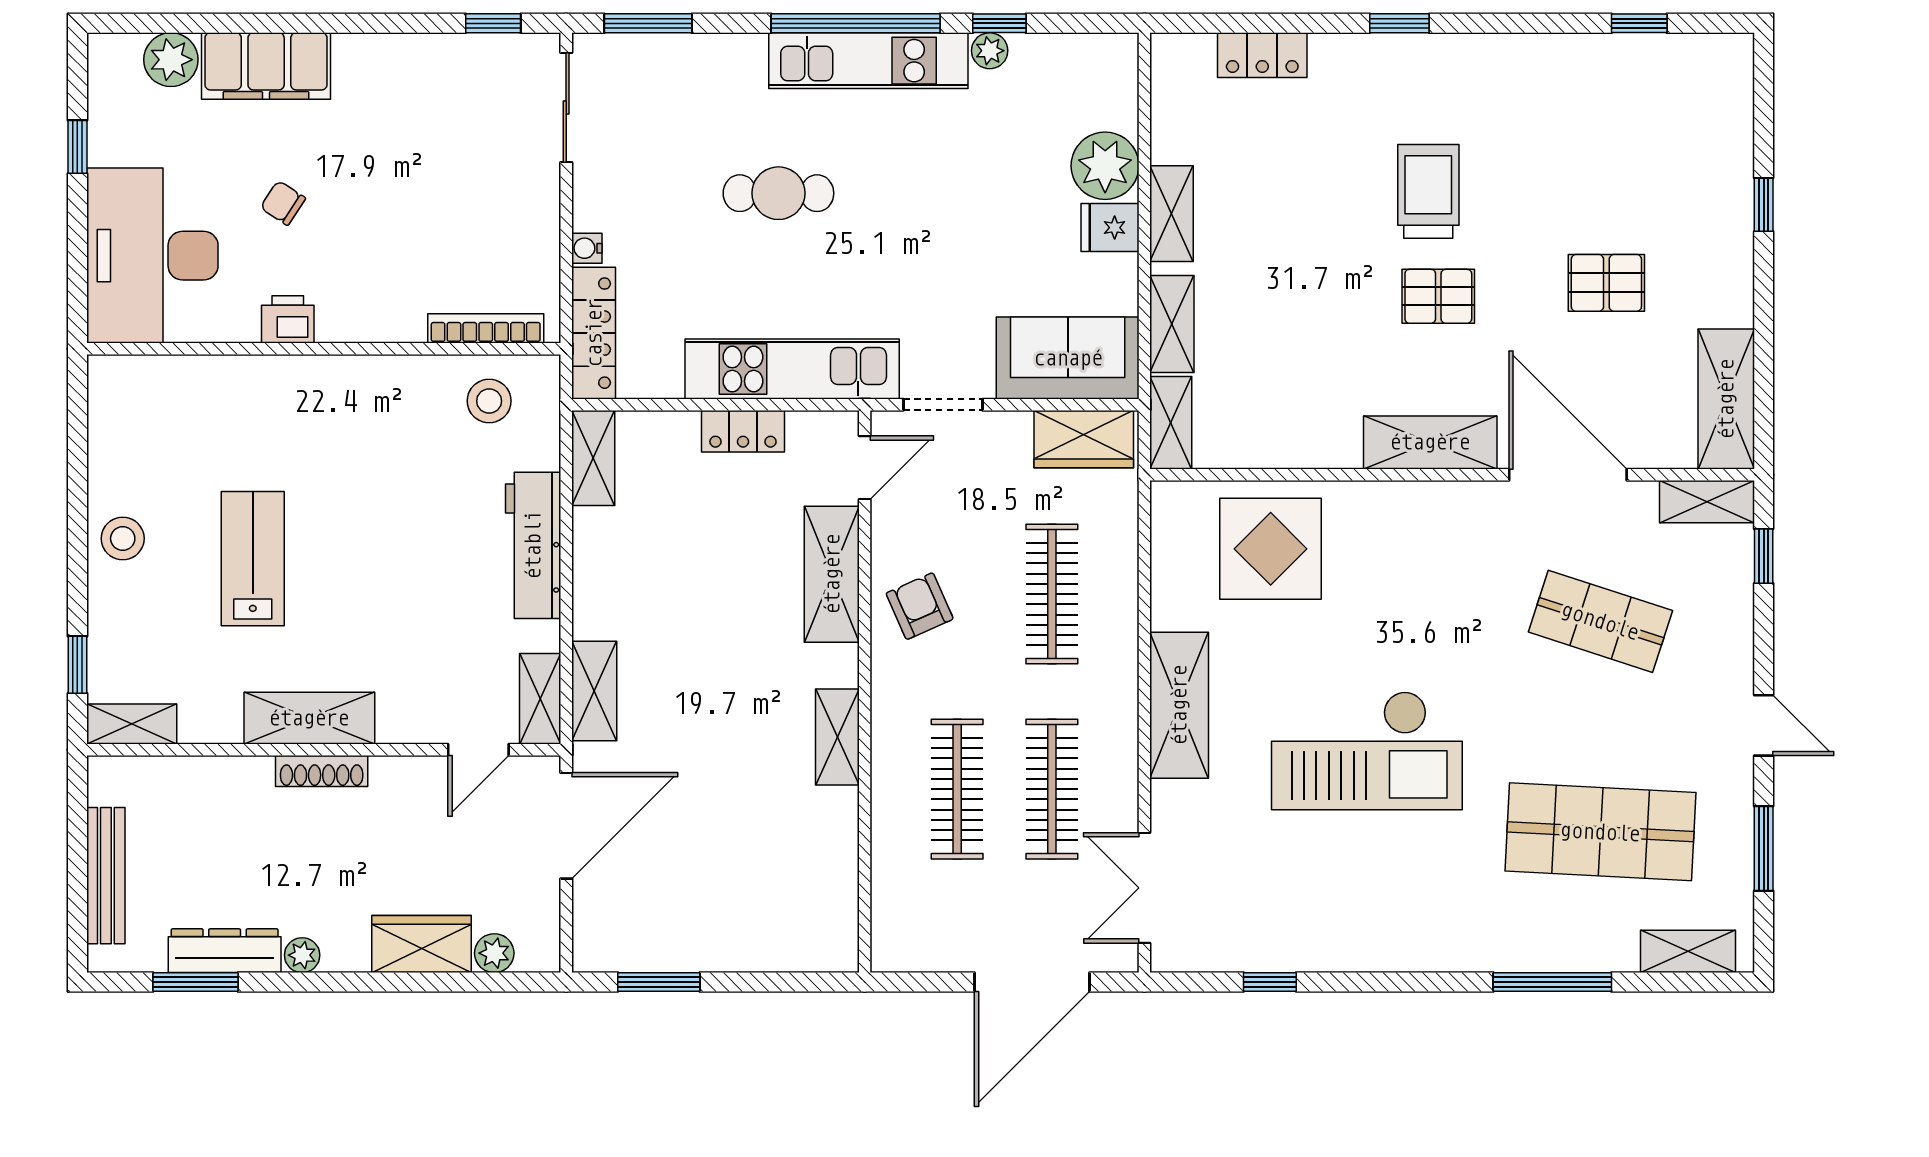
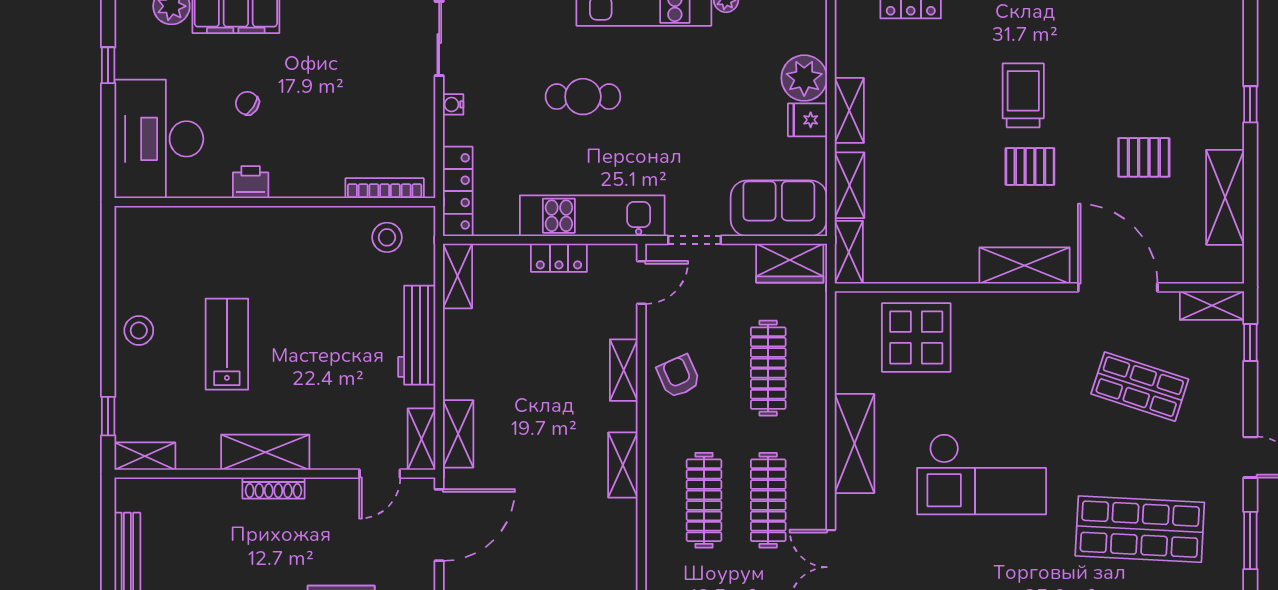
water cooler: (587, 248) -> (453, 104), moved
shelving: (1726, 399) -> (1225, 197), moved
shelving: (832, 574) -> (624, 370), width x0.67, depth x0.75

